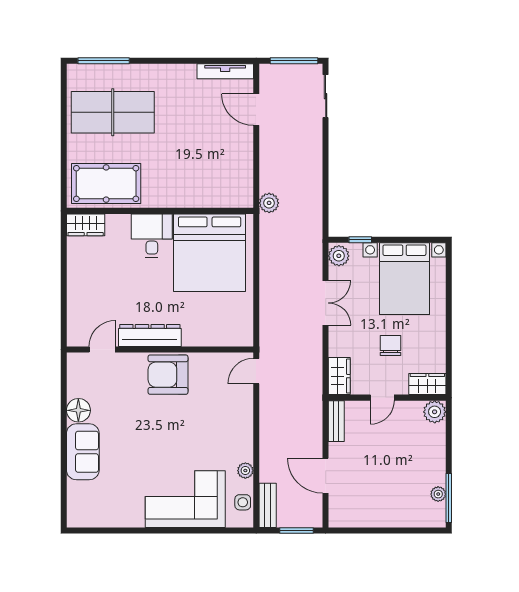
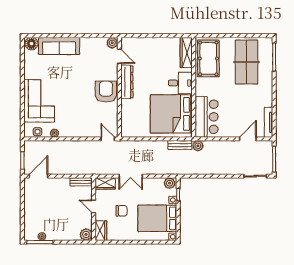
bar counter: (215, 187) -> (207, 117), added
wardrobe: (86, 225) -> (186, 53), width x1.50
double door: (326, 303) -> (131, 176), moved
plant: (77, 363) -> (112, 43), added
floor lamp: (78, 410) -> (31, 44), moved
sofa: (83, 452) -> (59, 46), width x1.36
door: (326, 476) -> (38, 176), moved
bench: (268, 505) -> (180, 145), moved

